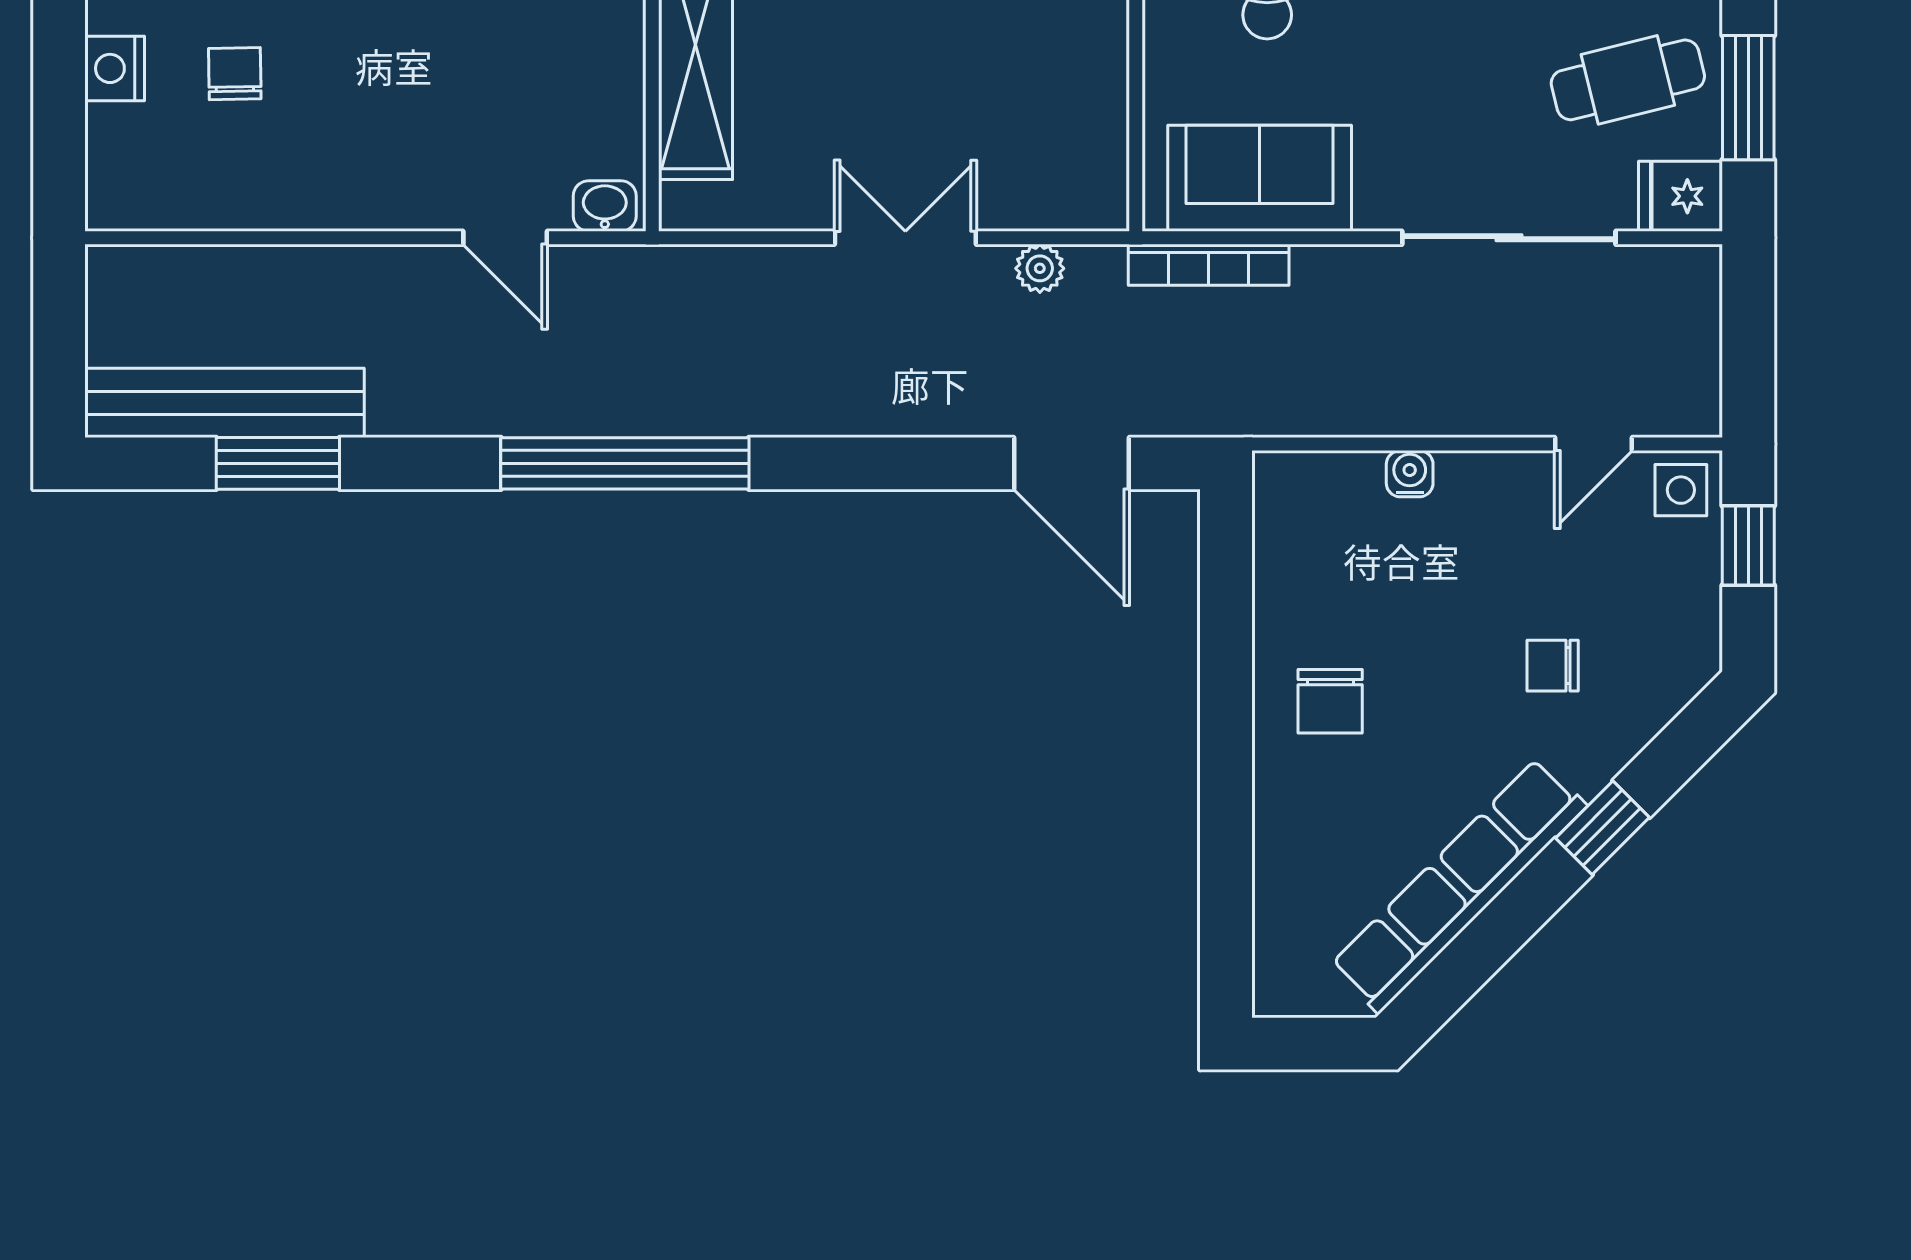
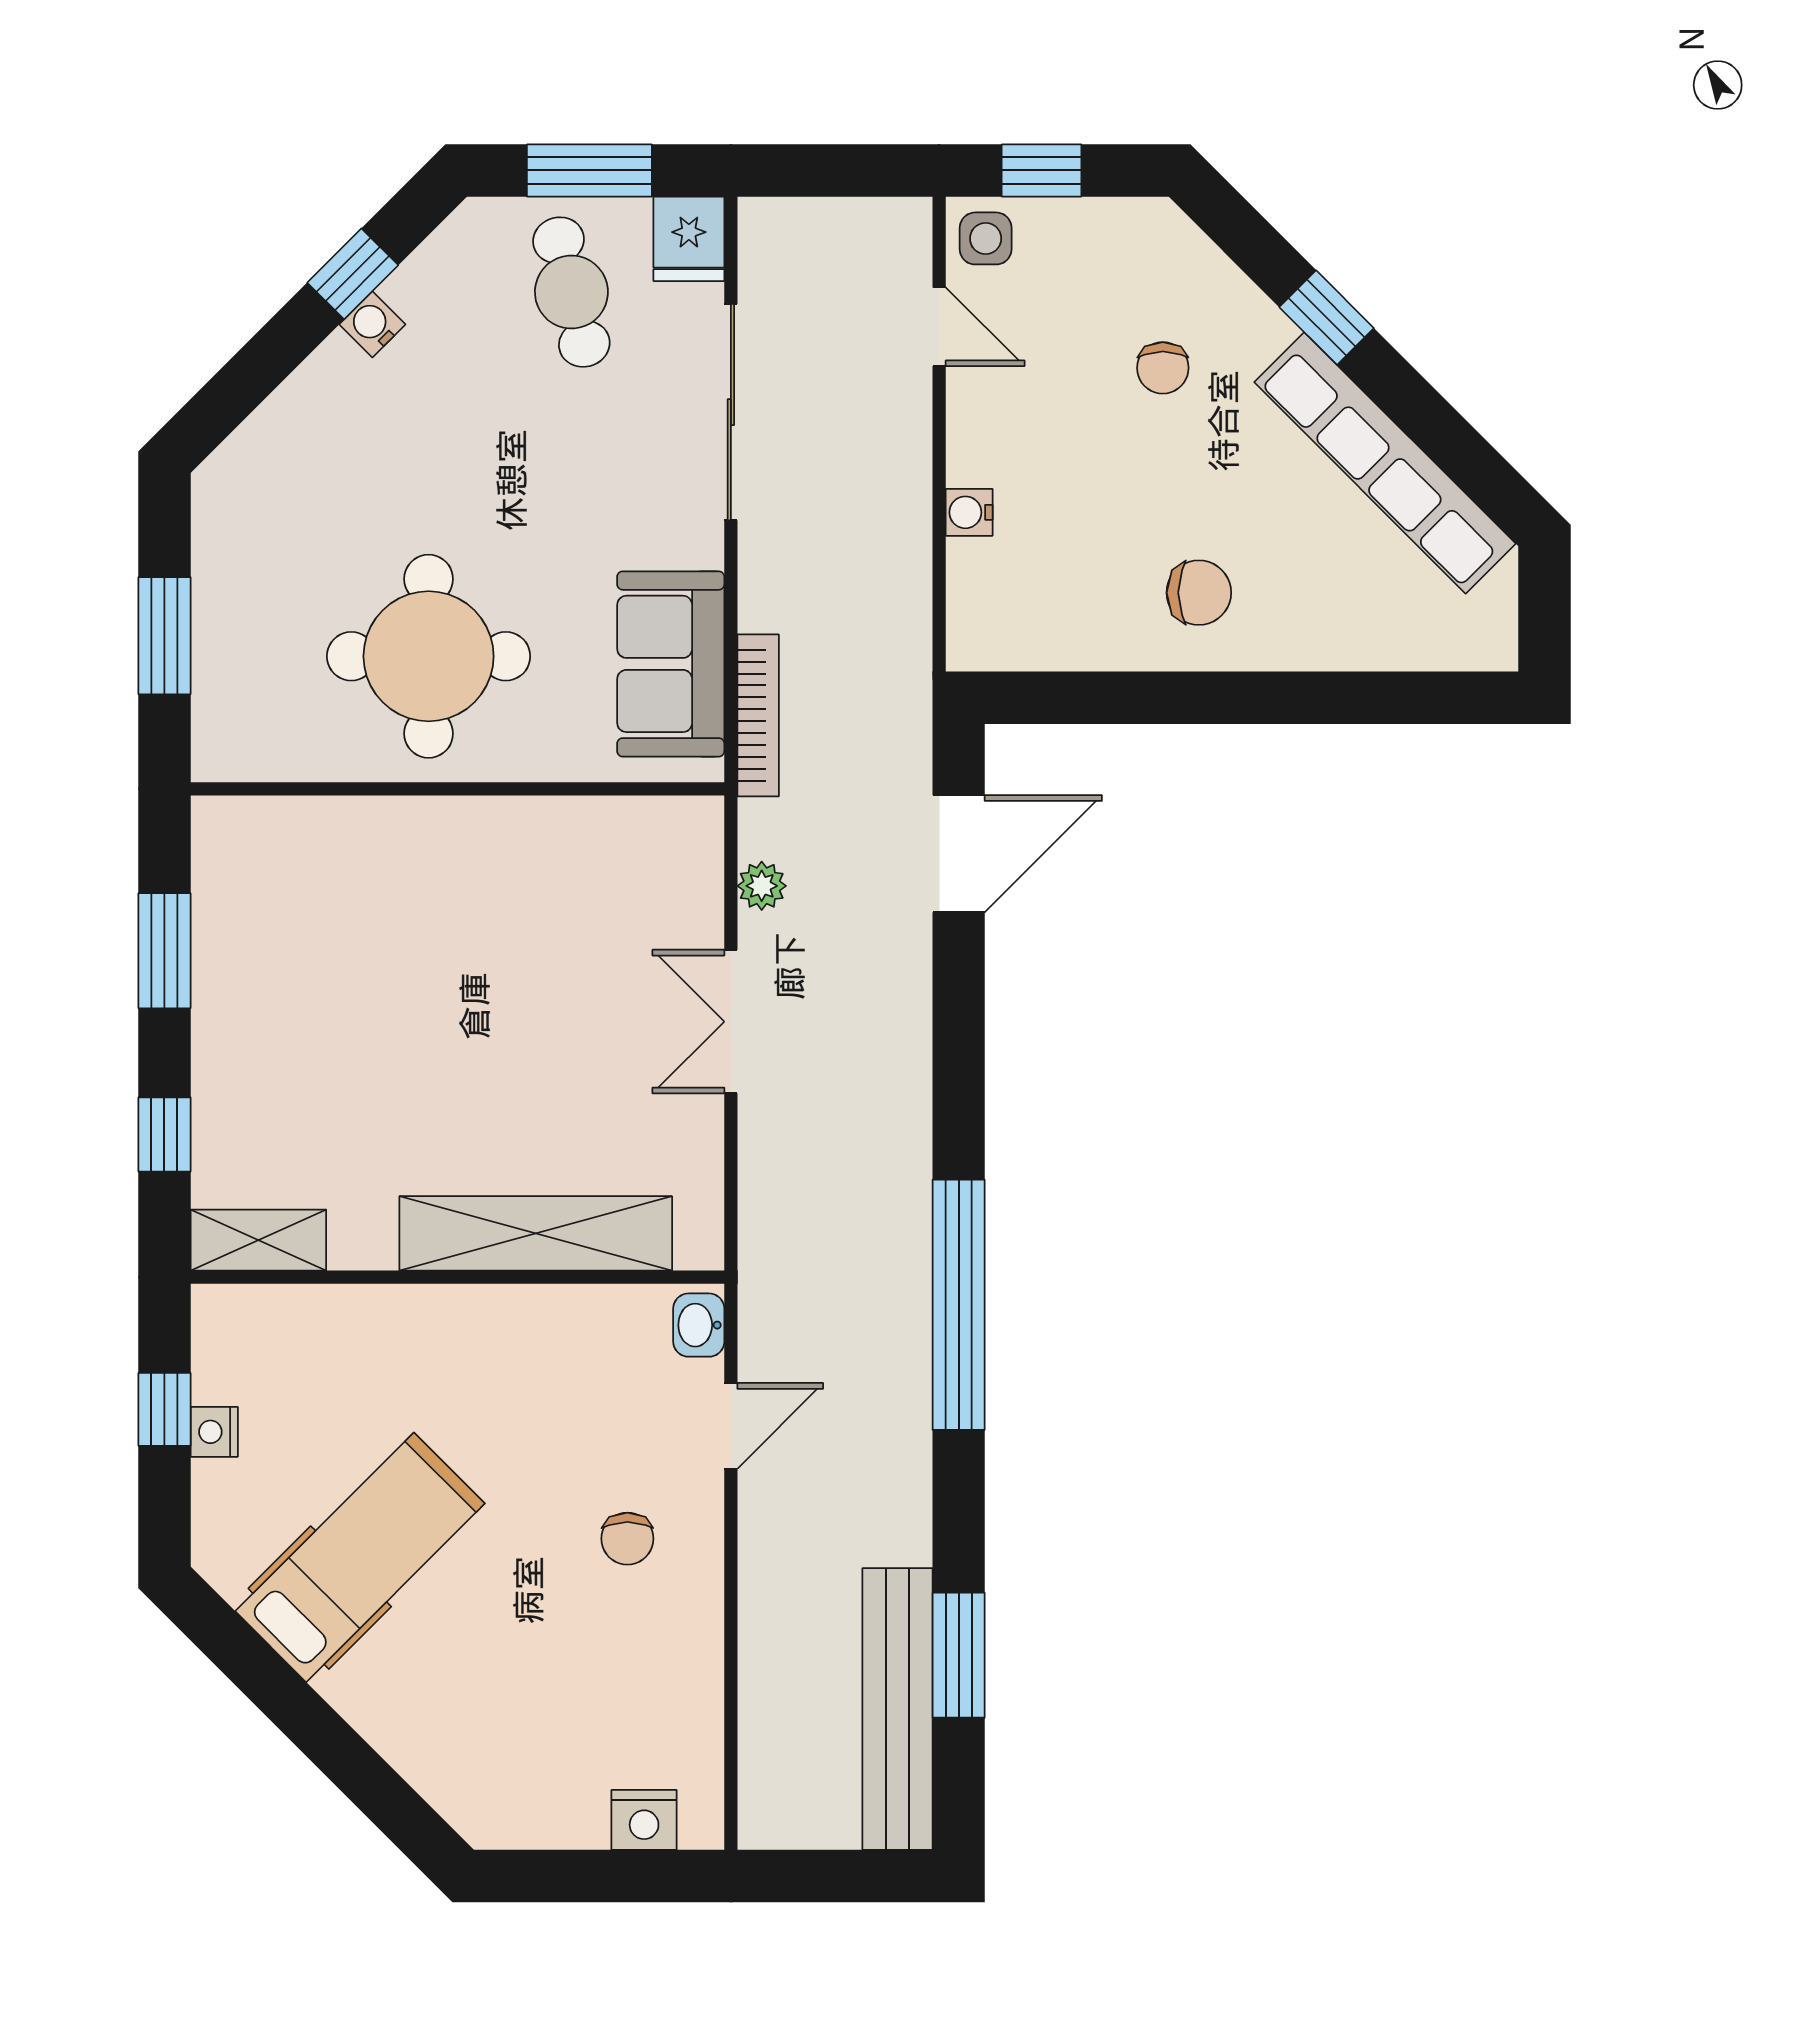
nightstand: (115, 68) -> (644, 1820), moved
chair: (235, 74) -> (627, 1539), moved, turned -89

